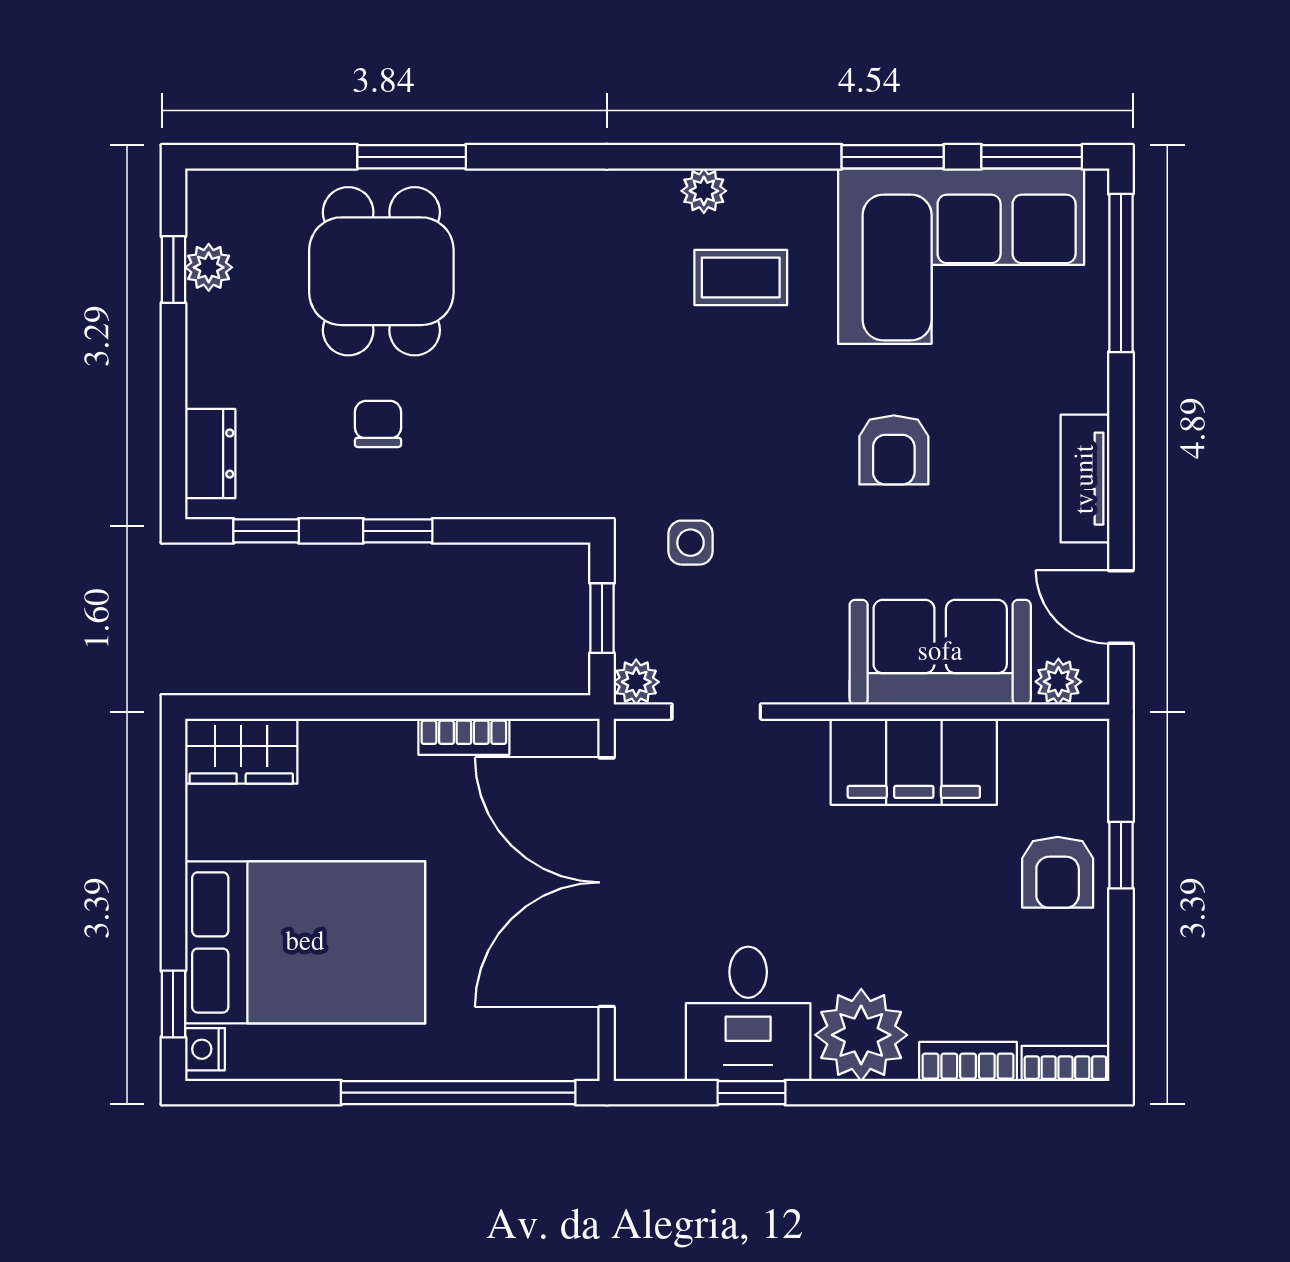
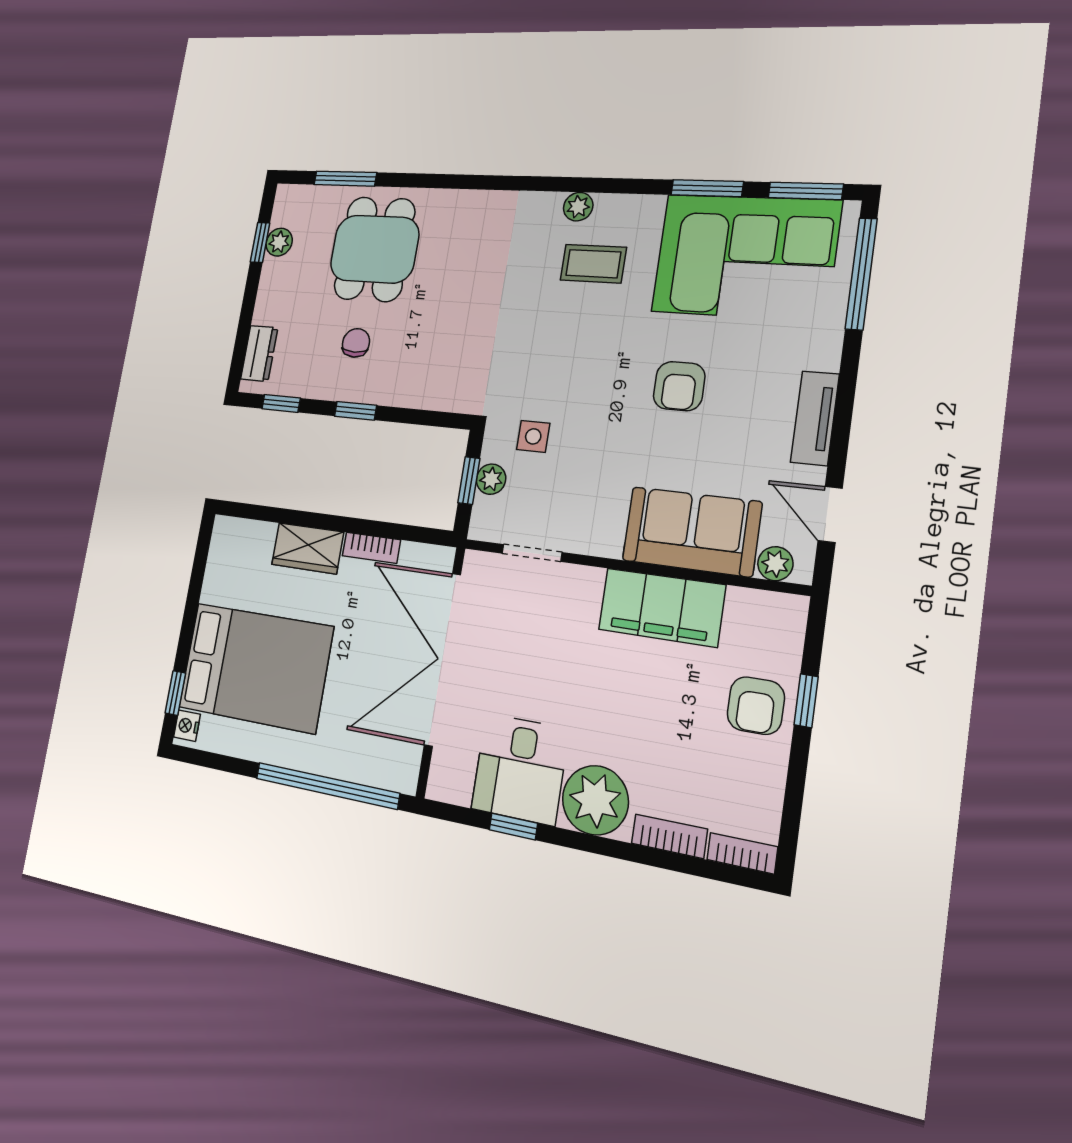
window: (412, 157) -> (345, 179), moved
plant: (636, 682) -> (491, 479), moved
wardrobe: (241, 751) -> (308, 548), moved

